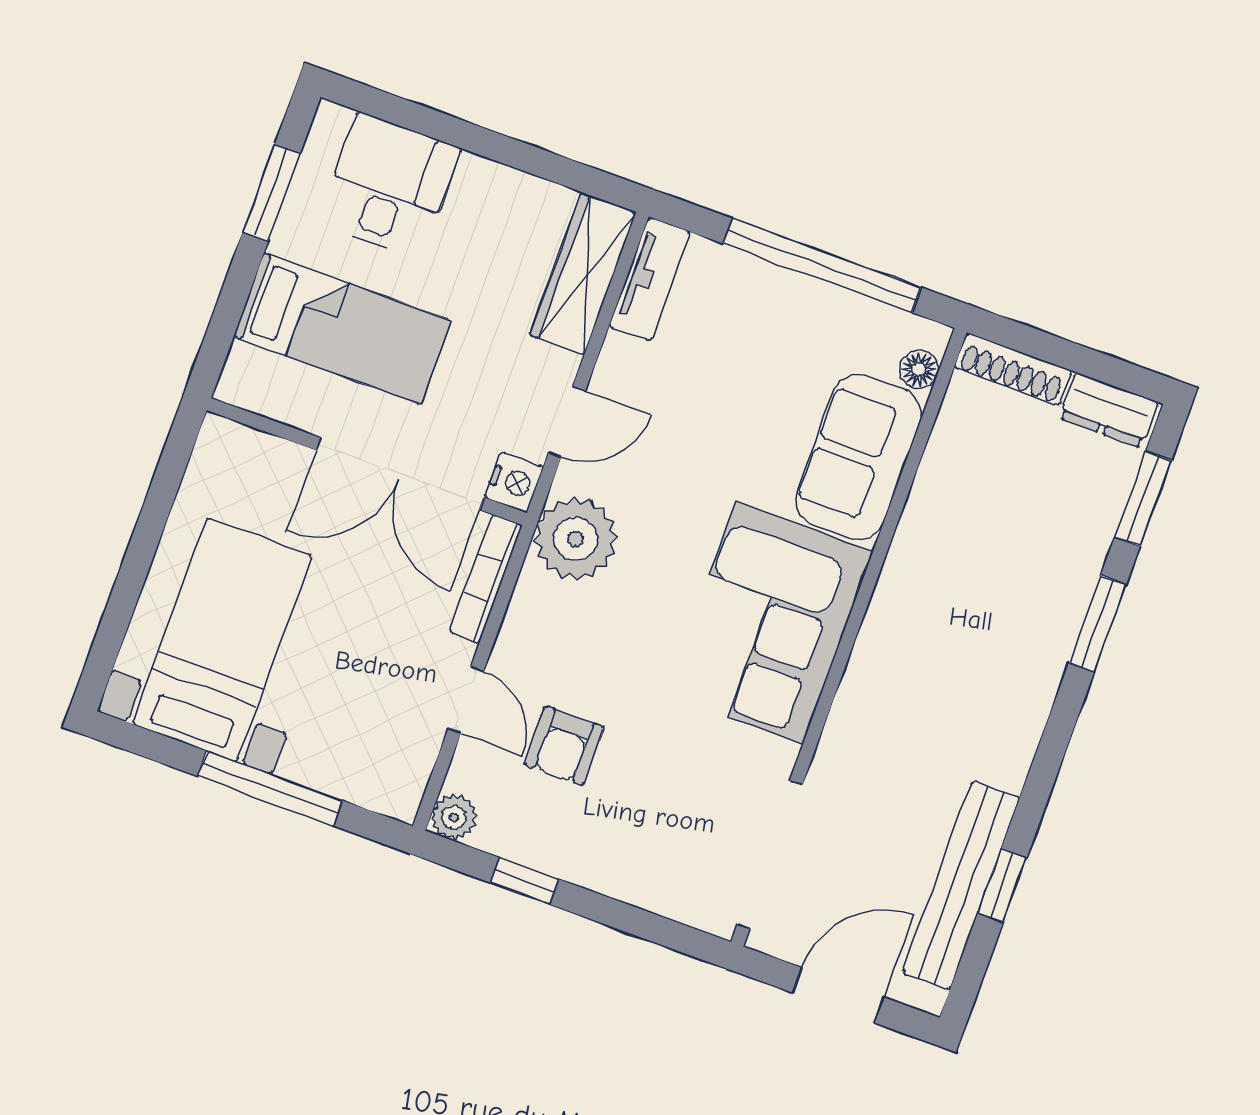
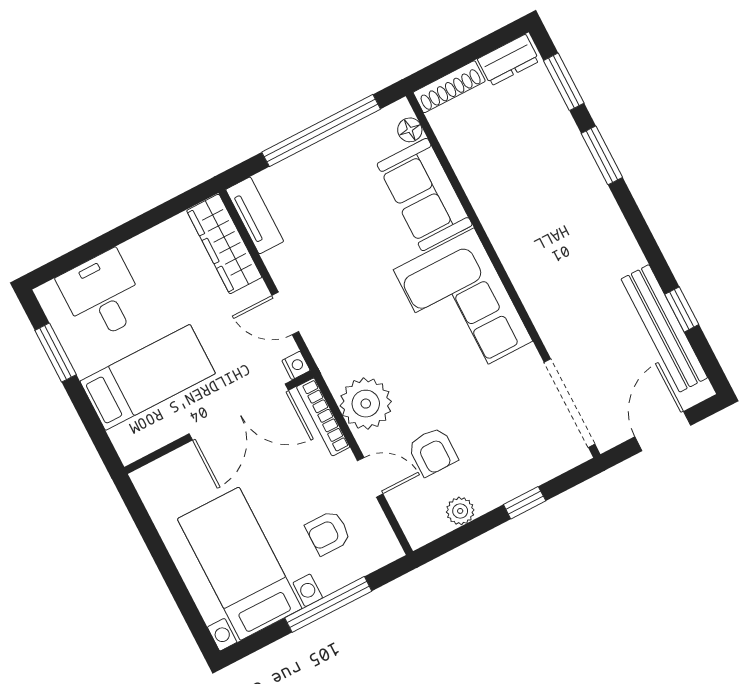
door: (567, 422) -> (285, 313), swing flipped
nightstand: (514, 482) -> (296, 365), width x0.72, depth x0.74
plant: (576, 539) -> (366, 404), moved
armchair: (355, 710) -> (328, 533), added
plant: (454, 817) -> (460, 511), moved
window: (525, 881) -> (525, 503), moved

